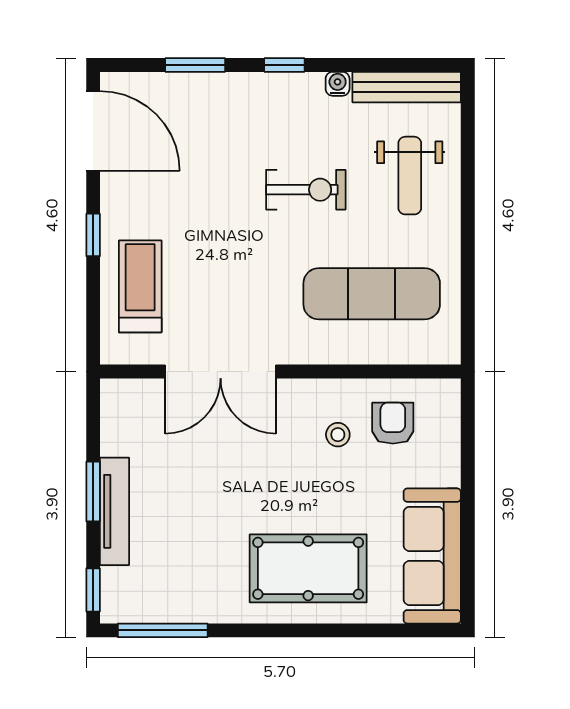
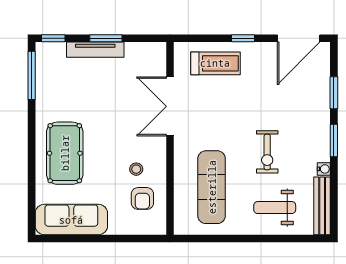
window: (284, 65) -> (334, 140), width x1.50
armchair: (393, 423) -> (142, 198), turned 90

